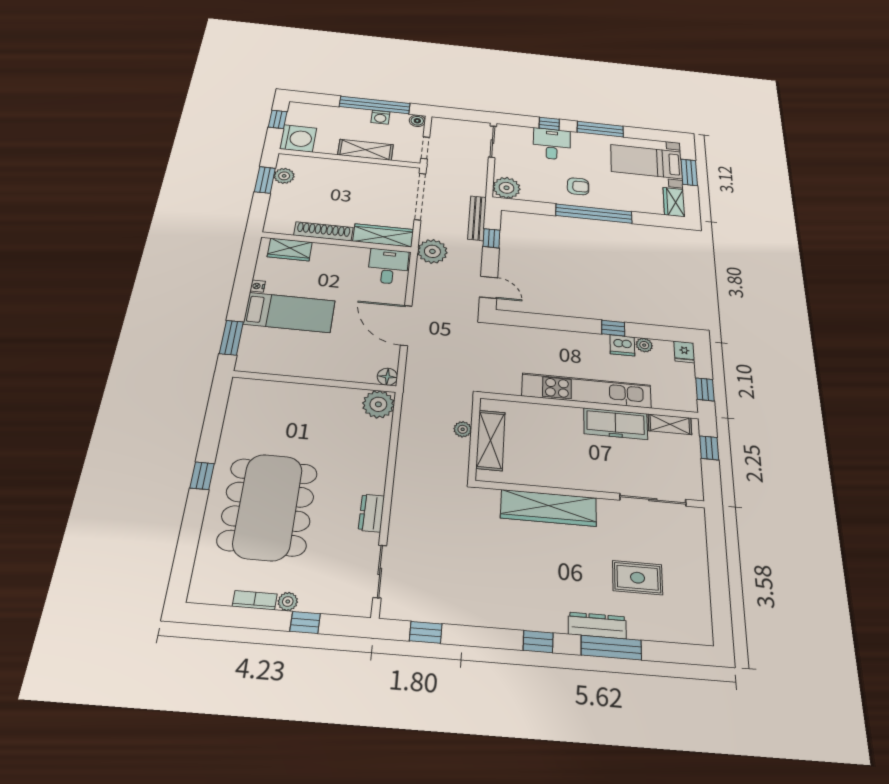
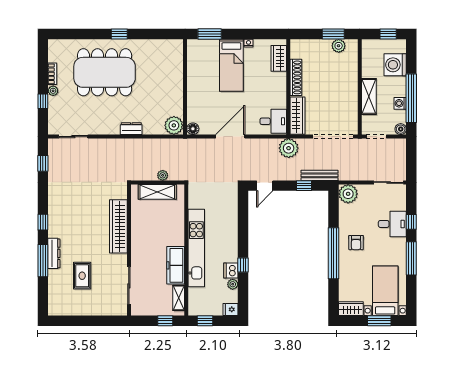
washing machine: (298, 138) -> (395, 65), moved, turned 90
dresser: (371, 513) -> (131, 129), moved

